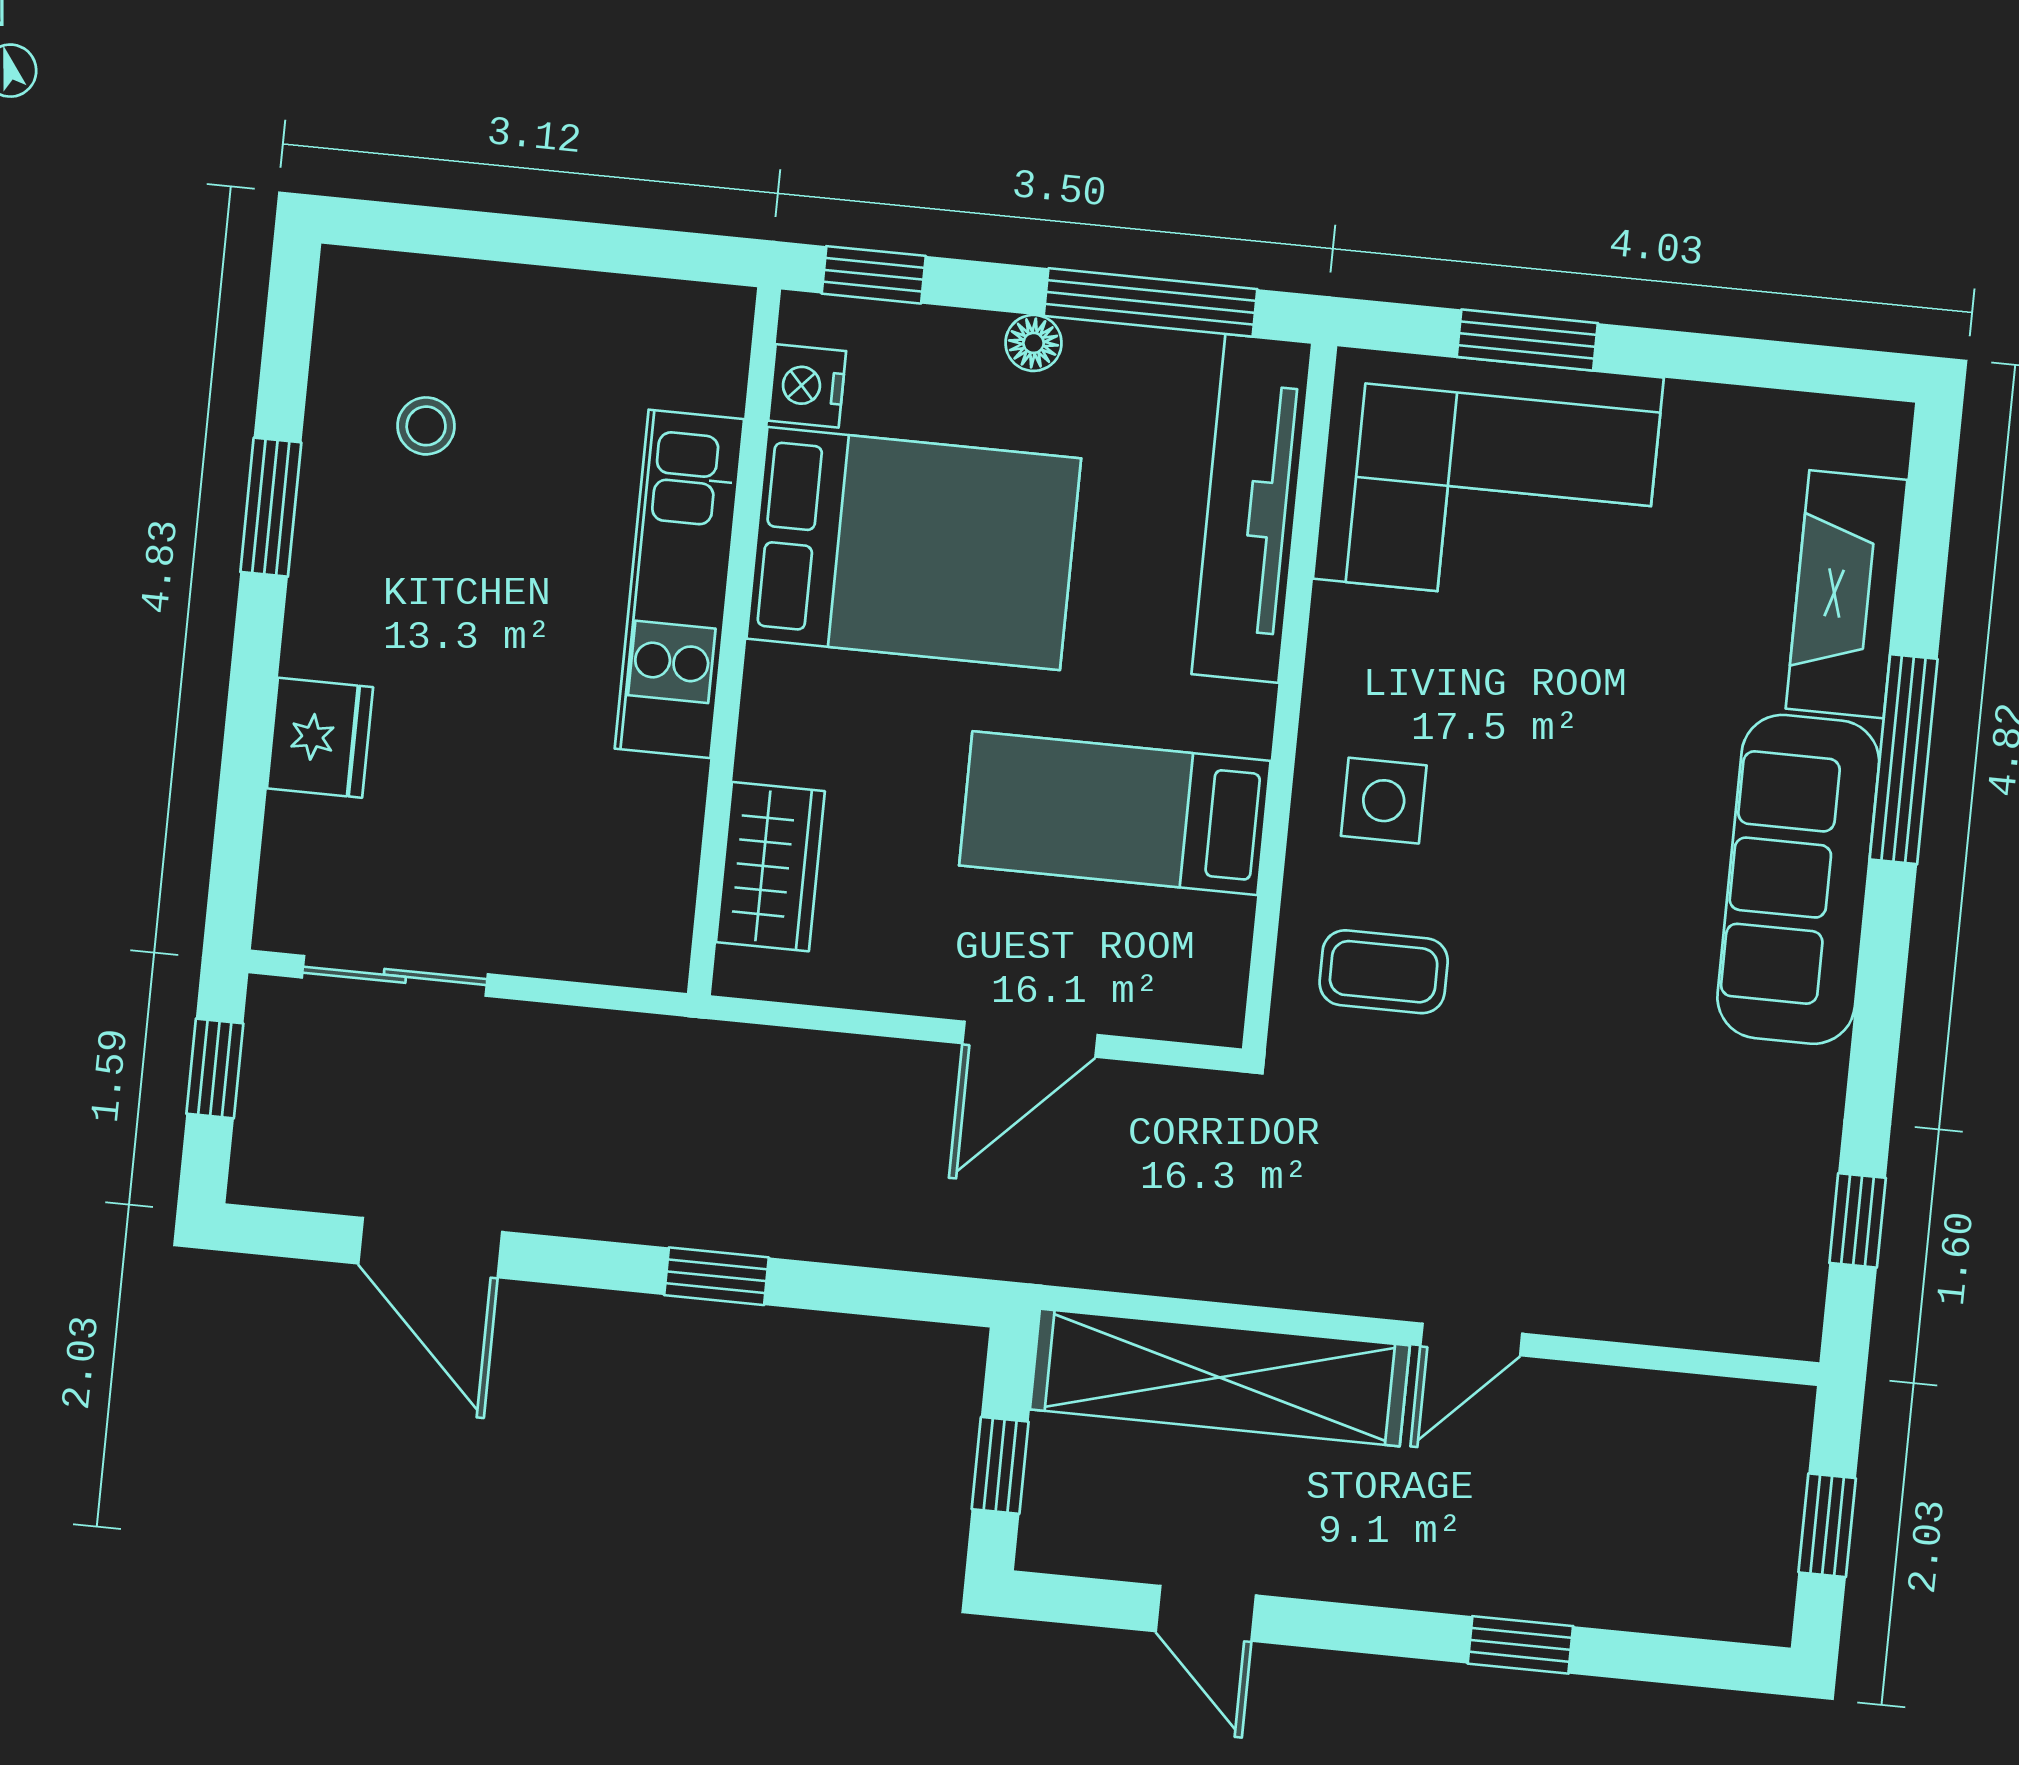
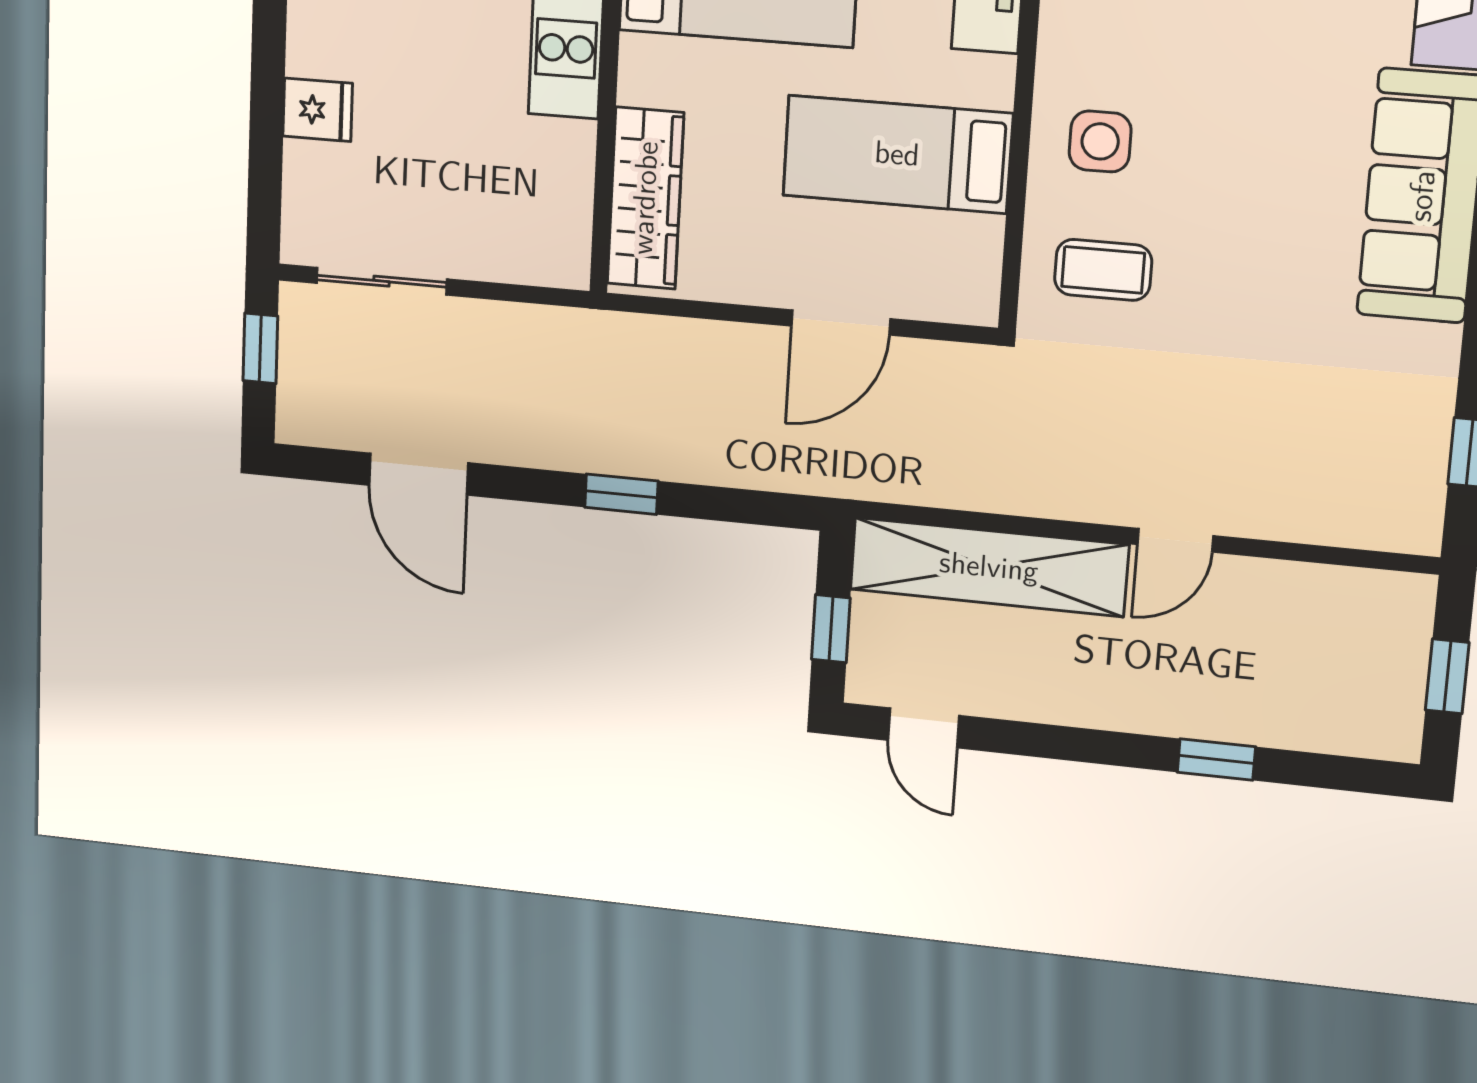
fridge: (320, 738) -> (318, 110), width x0.72
wardrobe: (770, 867) -> (645, 198), width x1.50
door: (1206, 1613) -> (923, 728), moved

